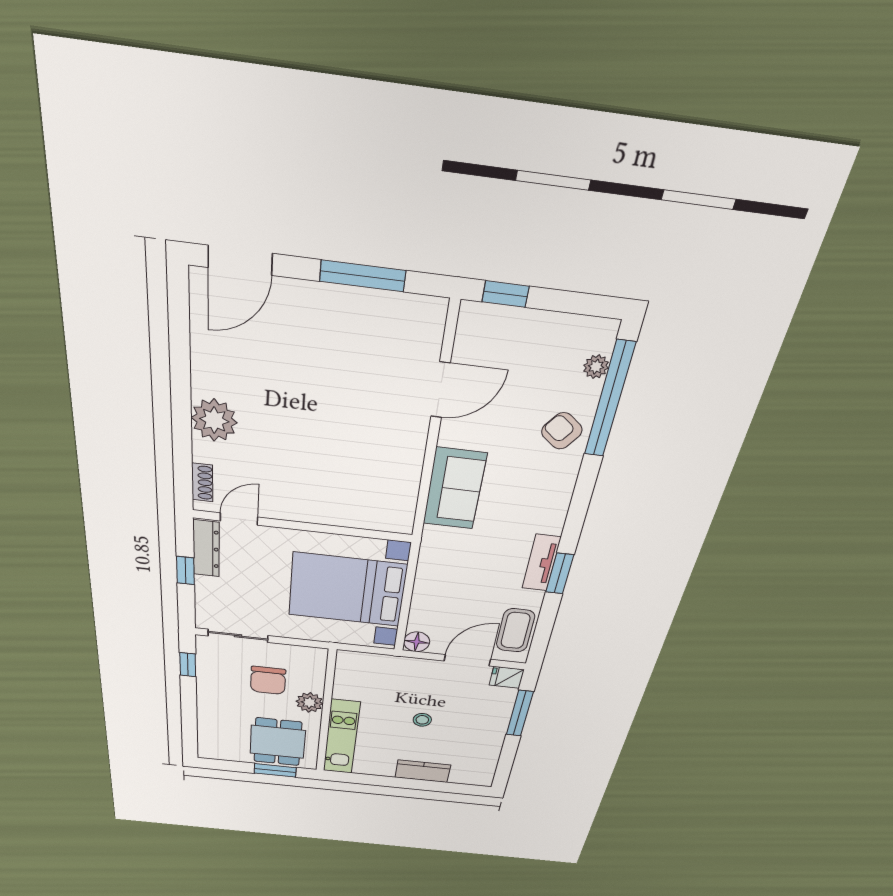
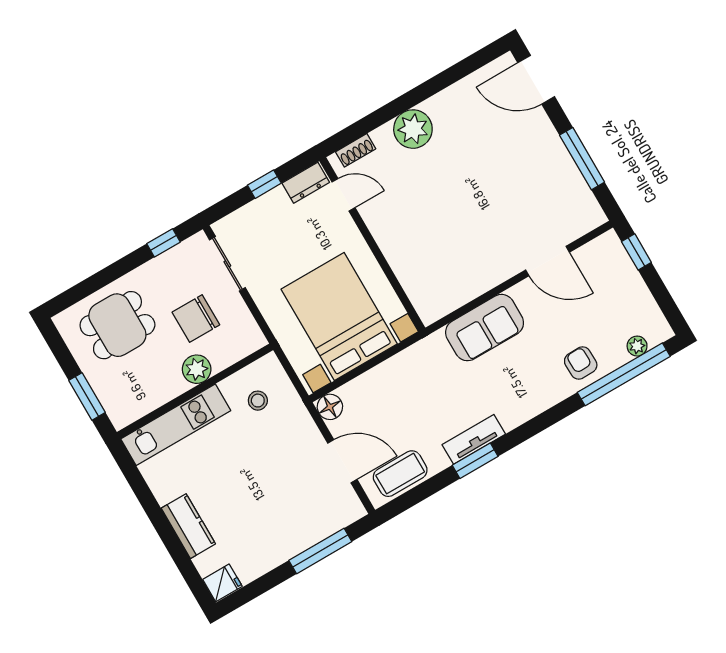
armchair: (562, 431) -> (581, 363), turned -38
dresser: (206, 548) -> (306, 183), width x0.70
fridge: (507, 677) -> (222, 583), moved, turned 90
stool: (422, 720) -> (258, 401), moved
dining table: (278, 742) -> (117, 325), moved

